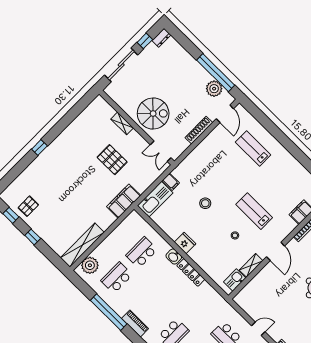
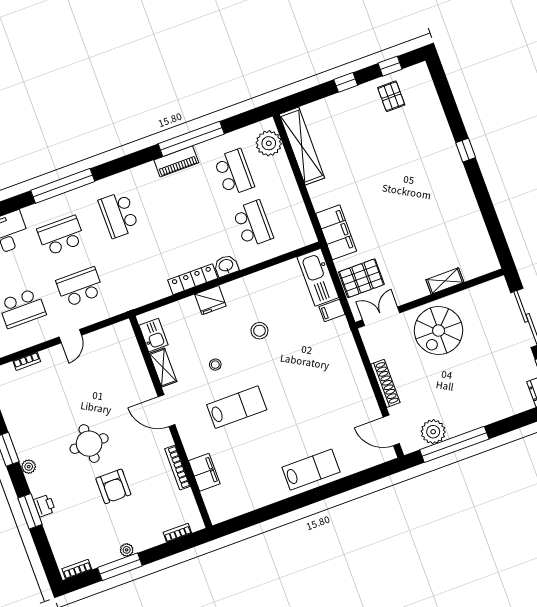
lab bench: (253, 148) -> (311, 470), moved
pallet: (112, 160) -> (361, 278), moved
stool: (205, 203) -> (259, 331), moved
fridge: (185, 243) -> (210, 300), moved
piano: (135, 323) -> (176, 161), moved

